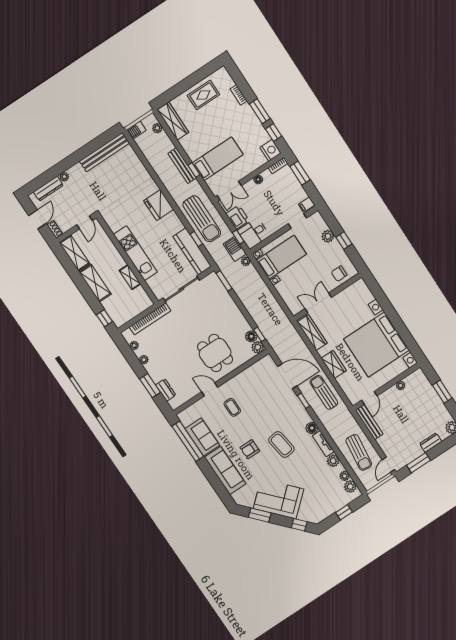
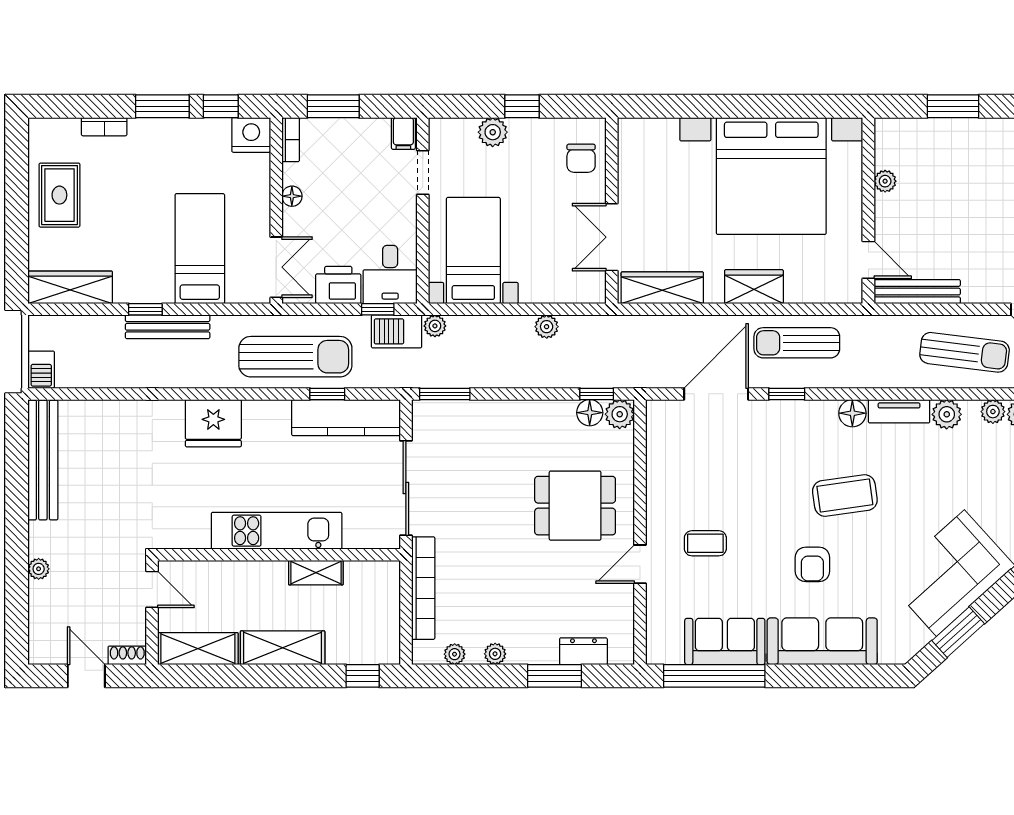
plant: (157, 128) -> (547, 327), moved
window: (194, 170) -> (145, 309), moved
dresser: (48, 189) -> (41, 615), removed

